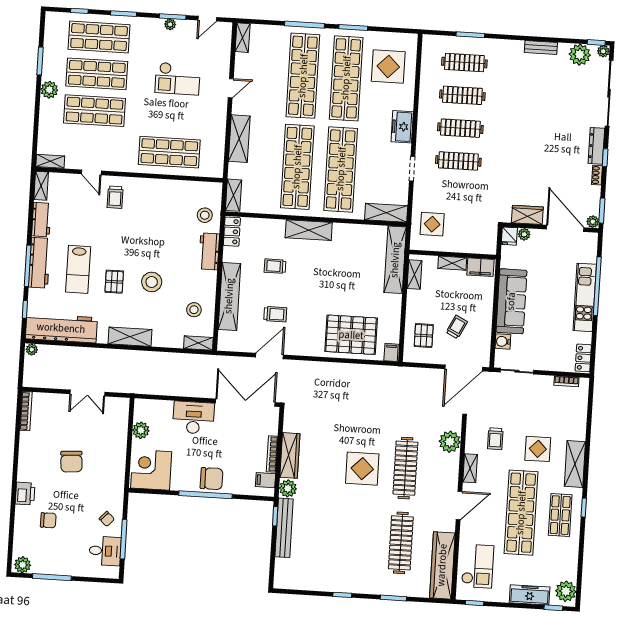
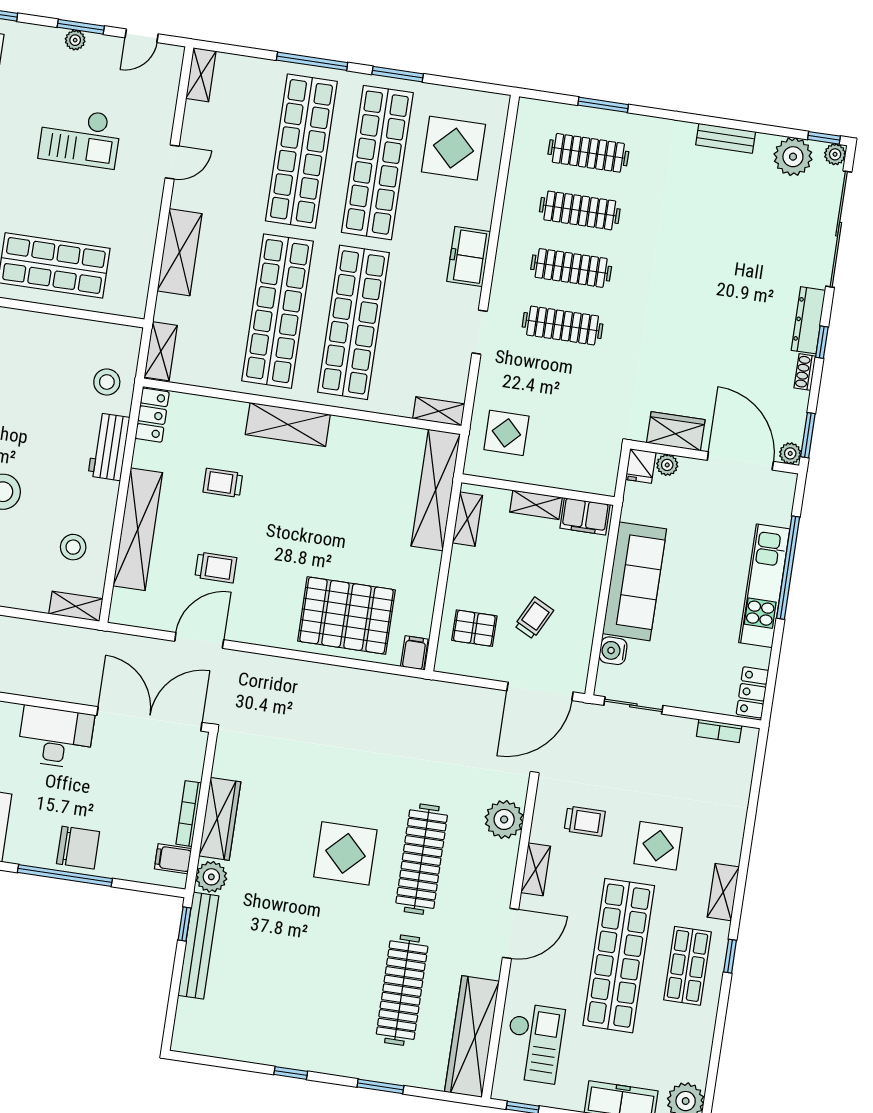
shelving: (386, 213) -> (439, 411), width x0.67, depth x0.75
pallet: (424, 336) -> (474, 628), turned 90
trolley: (495, 439) -> (585, 821), turned -90
shelving: (575, 464) -> (723, 892), width x0.67, depth x0.75

